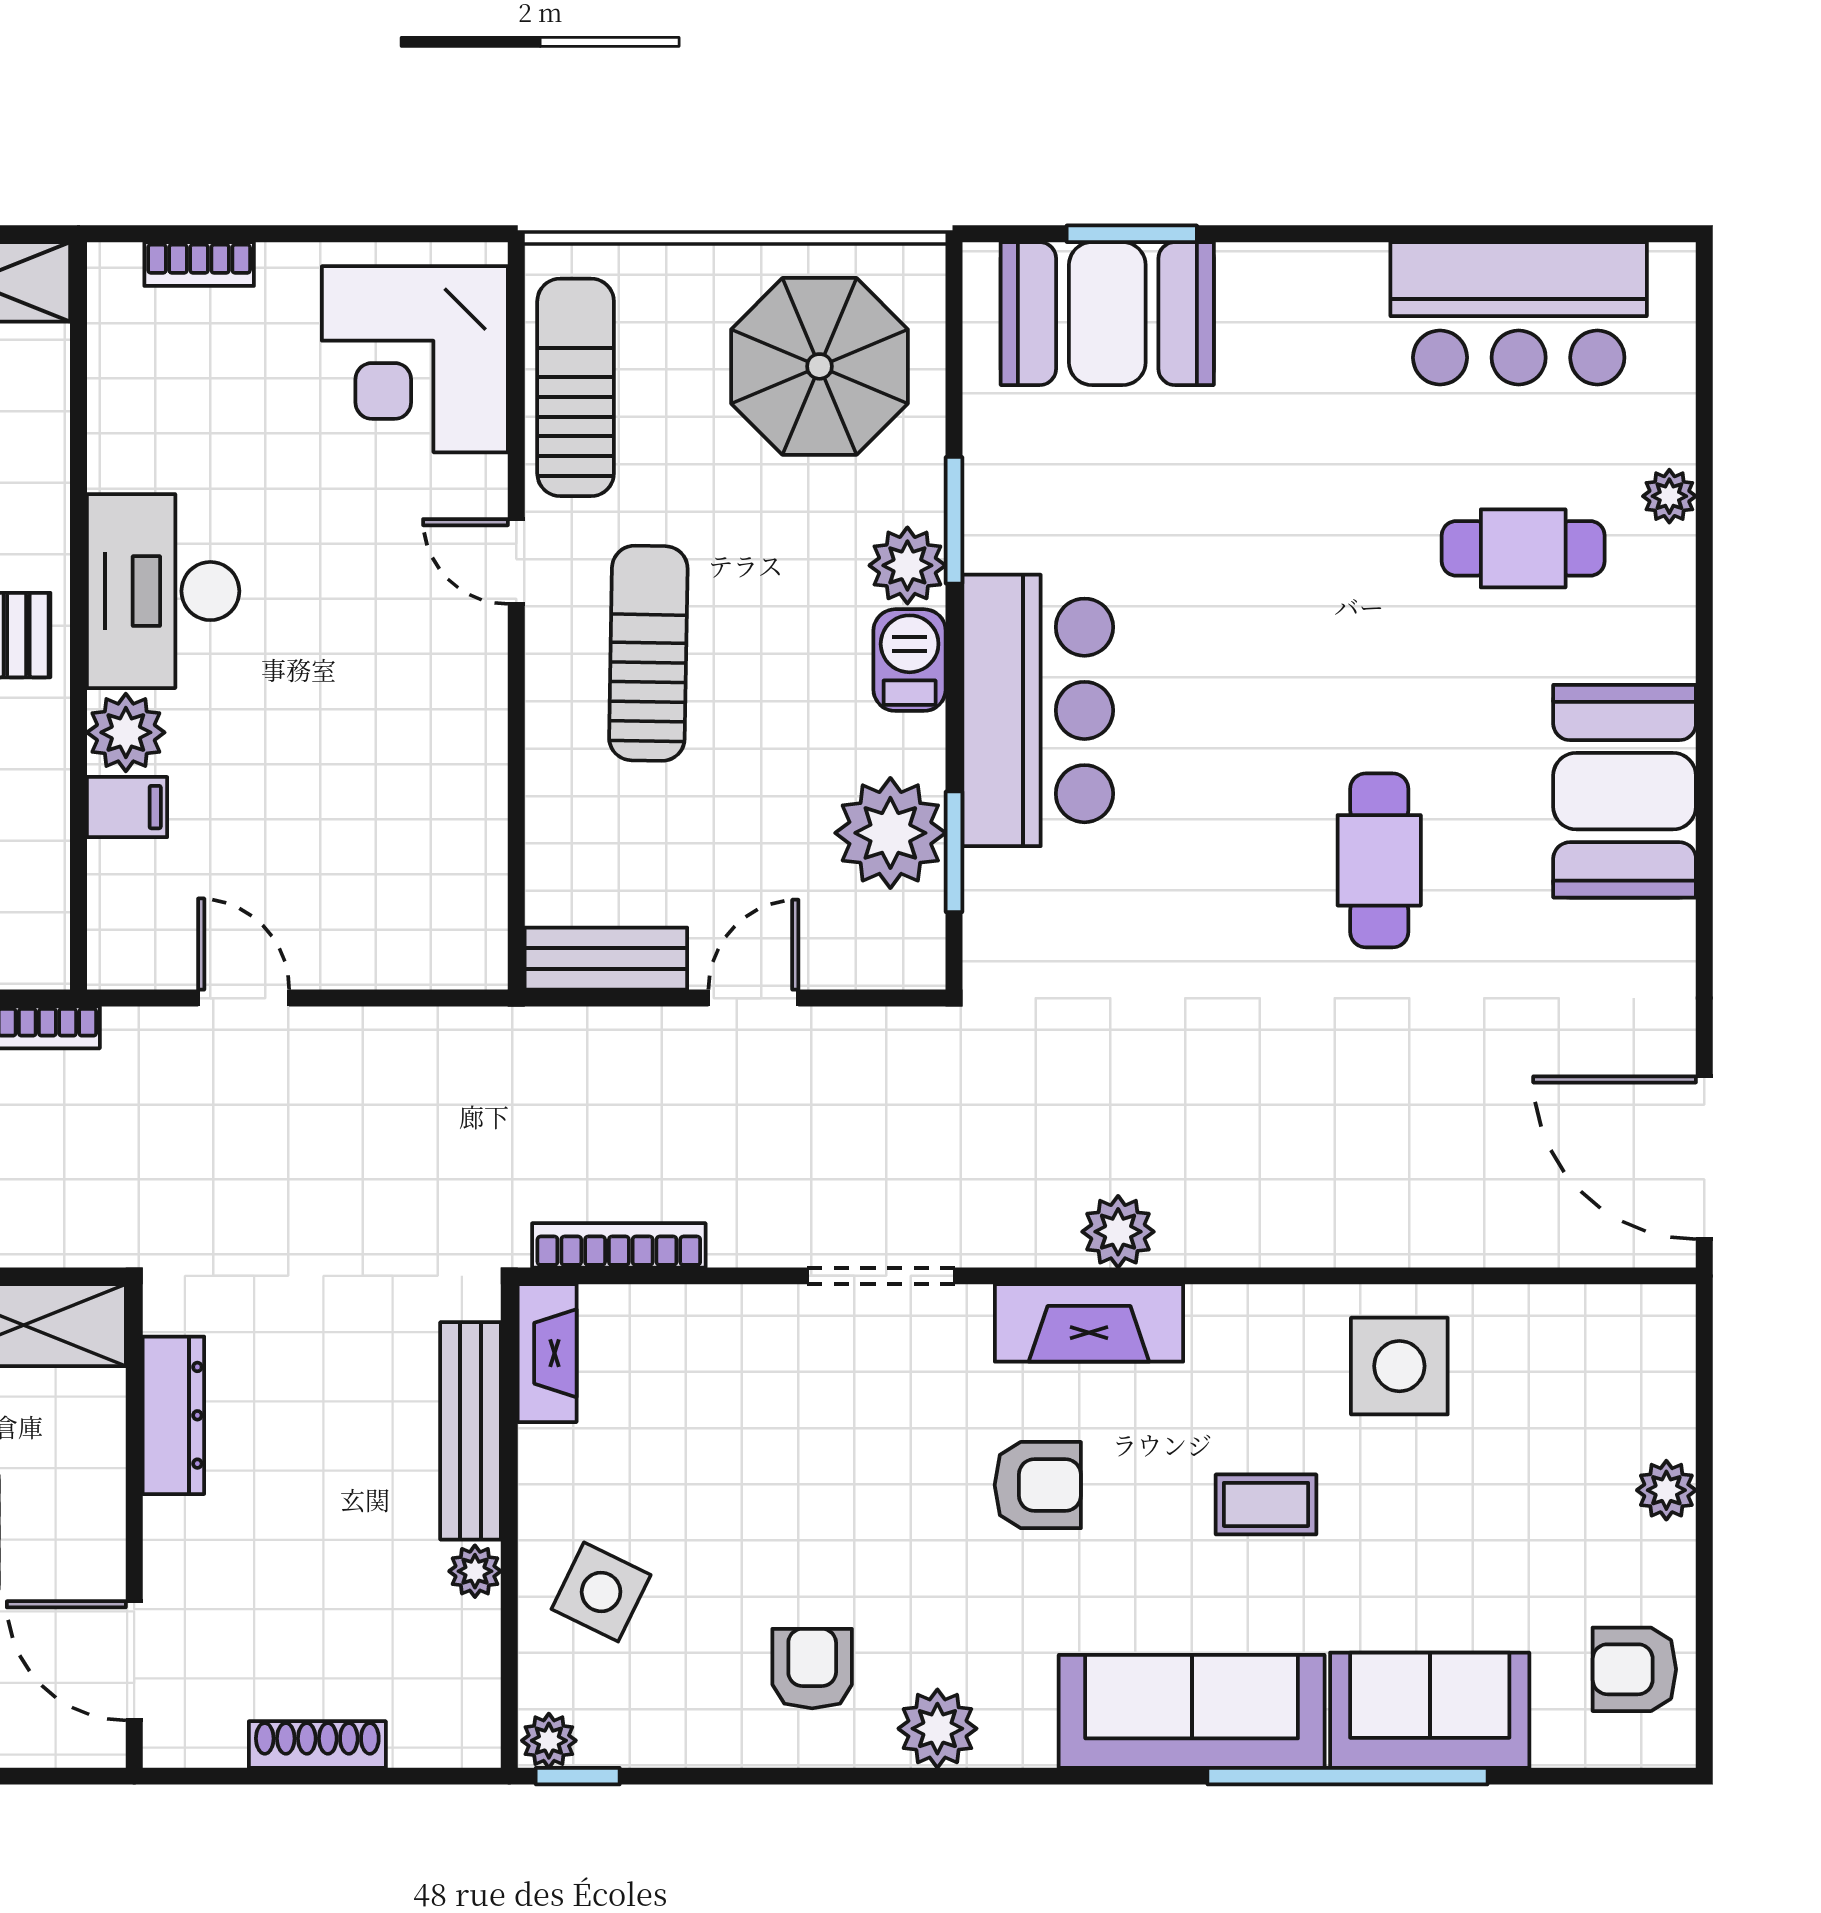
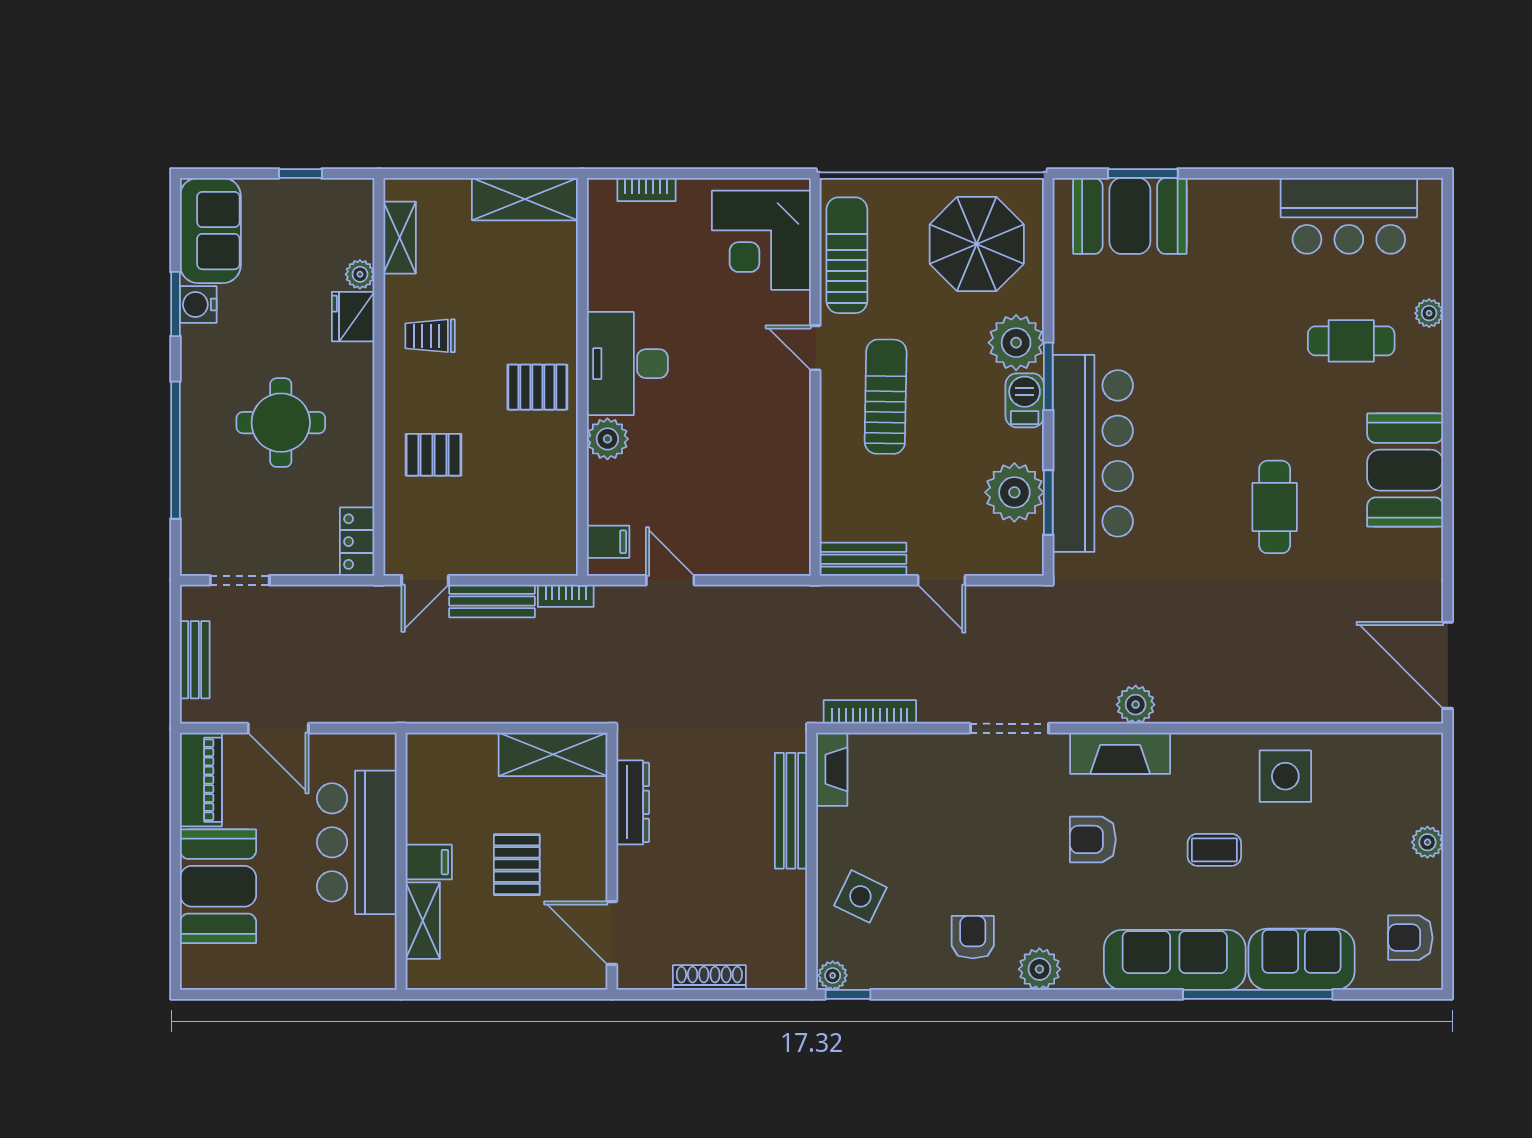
window: (954, 520) -> (1048, 376), moved
plant: (907, 565) -> (1016, 343), width x1.36, depth x1.36
bar counter: (1038, 710) -> (1093, 453), width x1.36
filing cabinet: (127, 807) -> (608, 542), moved
door: (753, 998) -> (942, 580), swing flipped
armchair: (1038, 1485) -> (1093, 839), turned 180
plant: (475, 1571) -> (793, 885), removed

